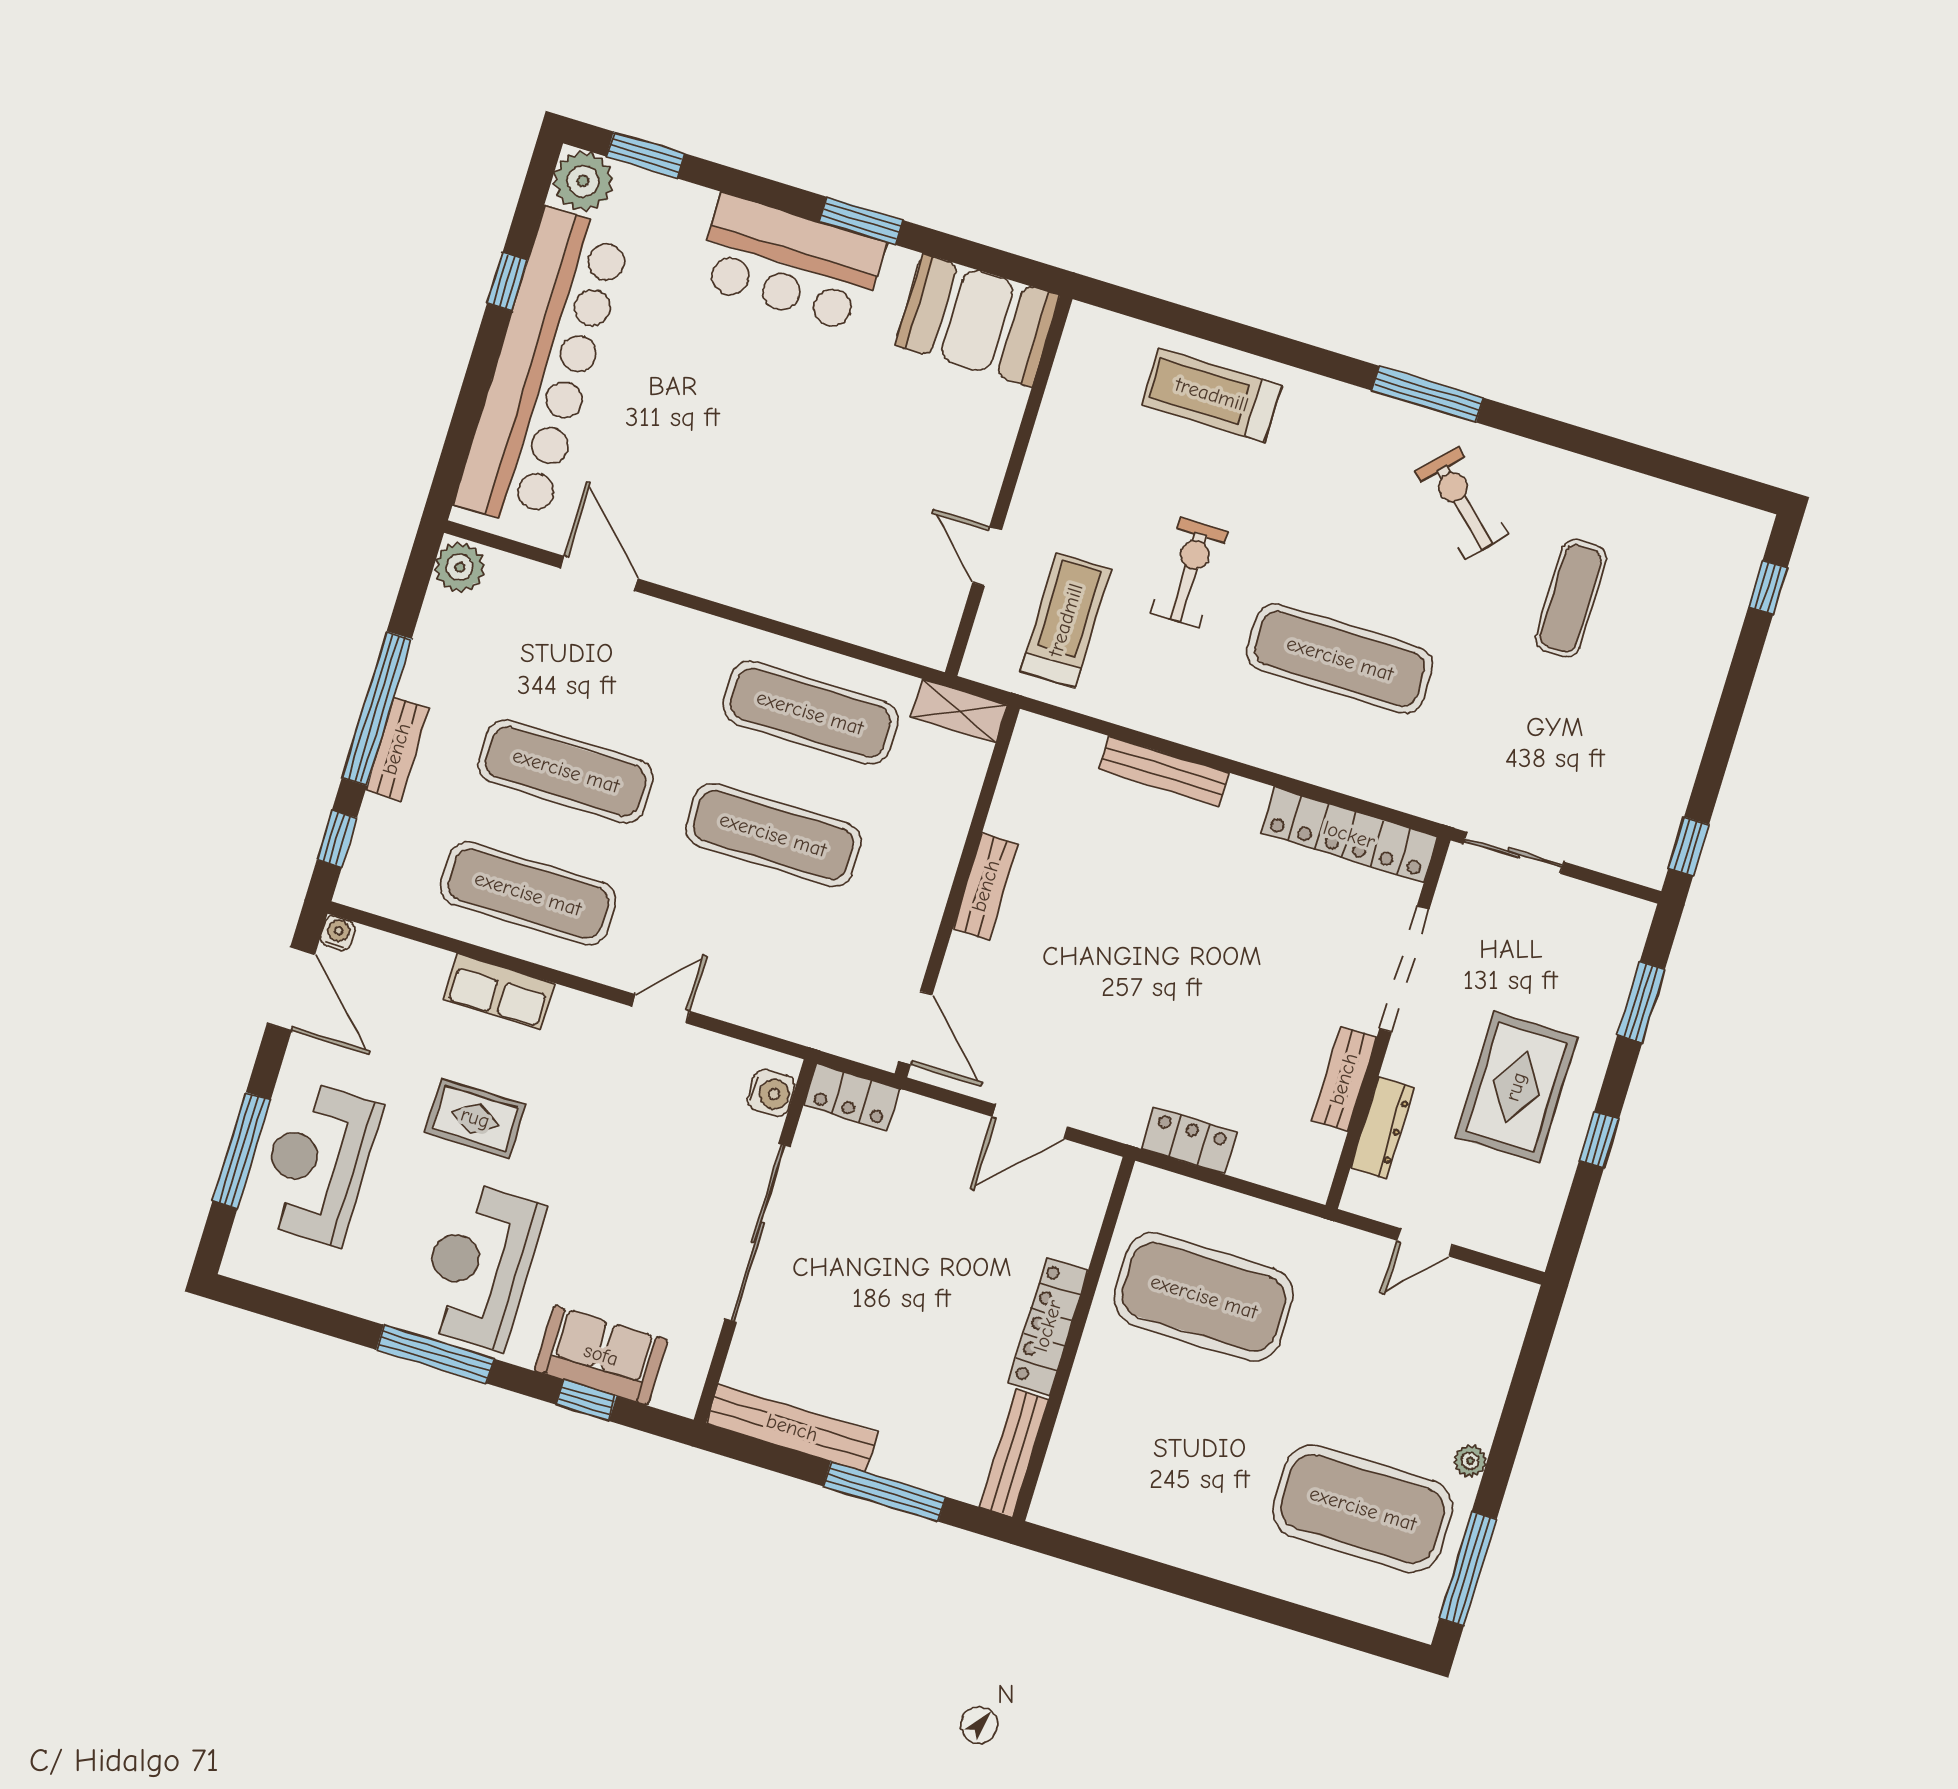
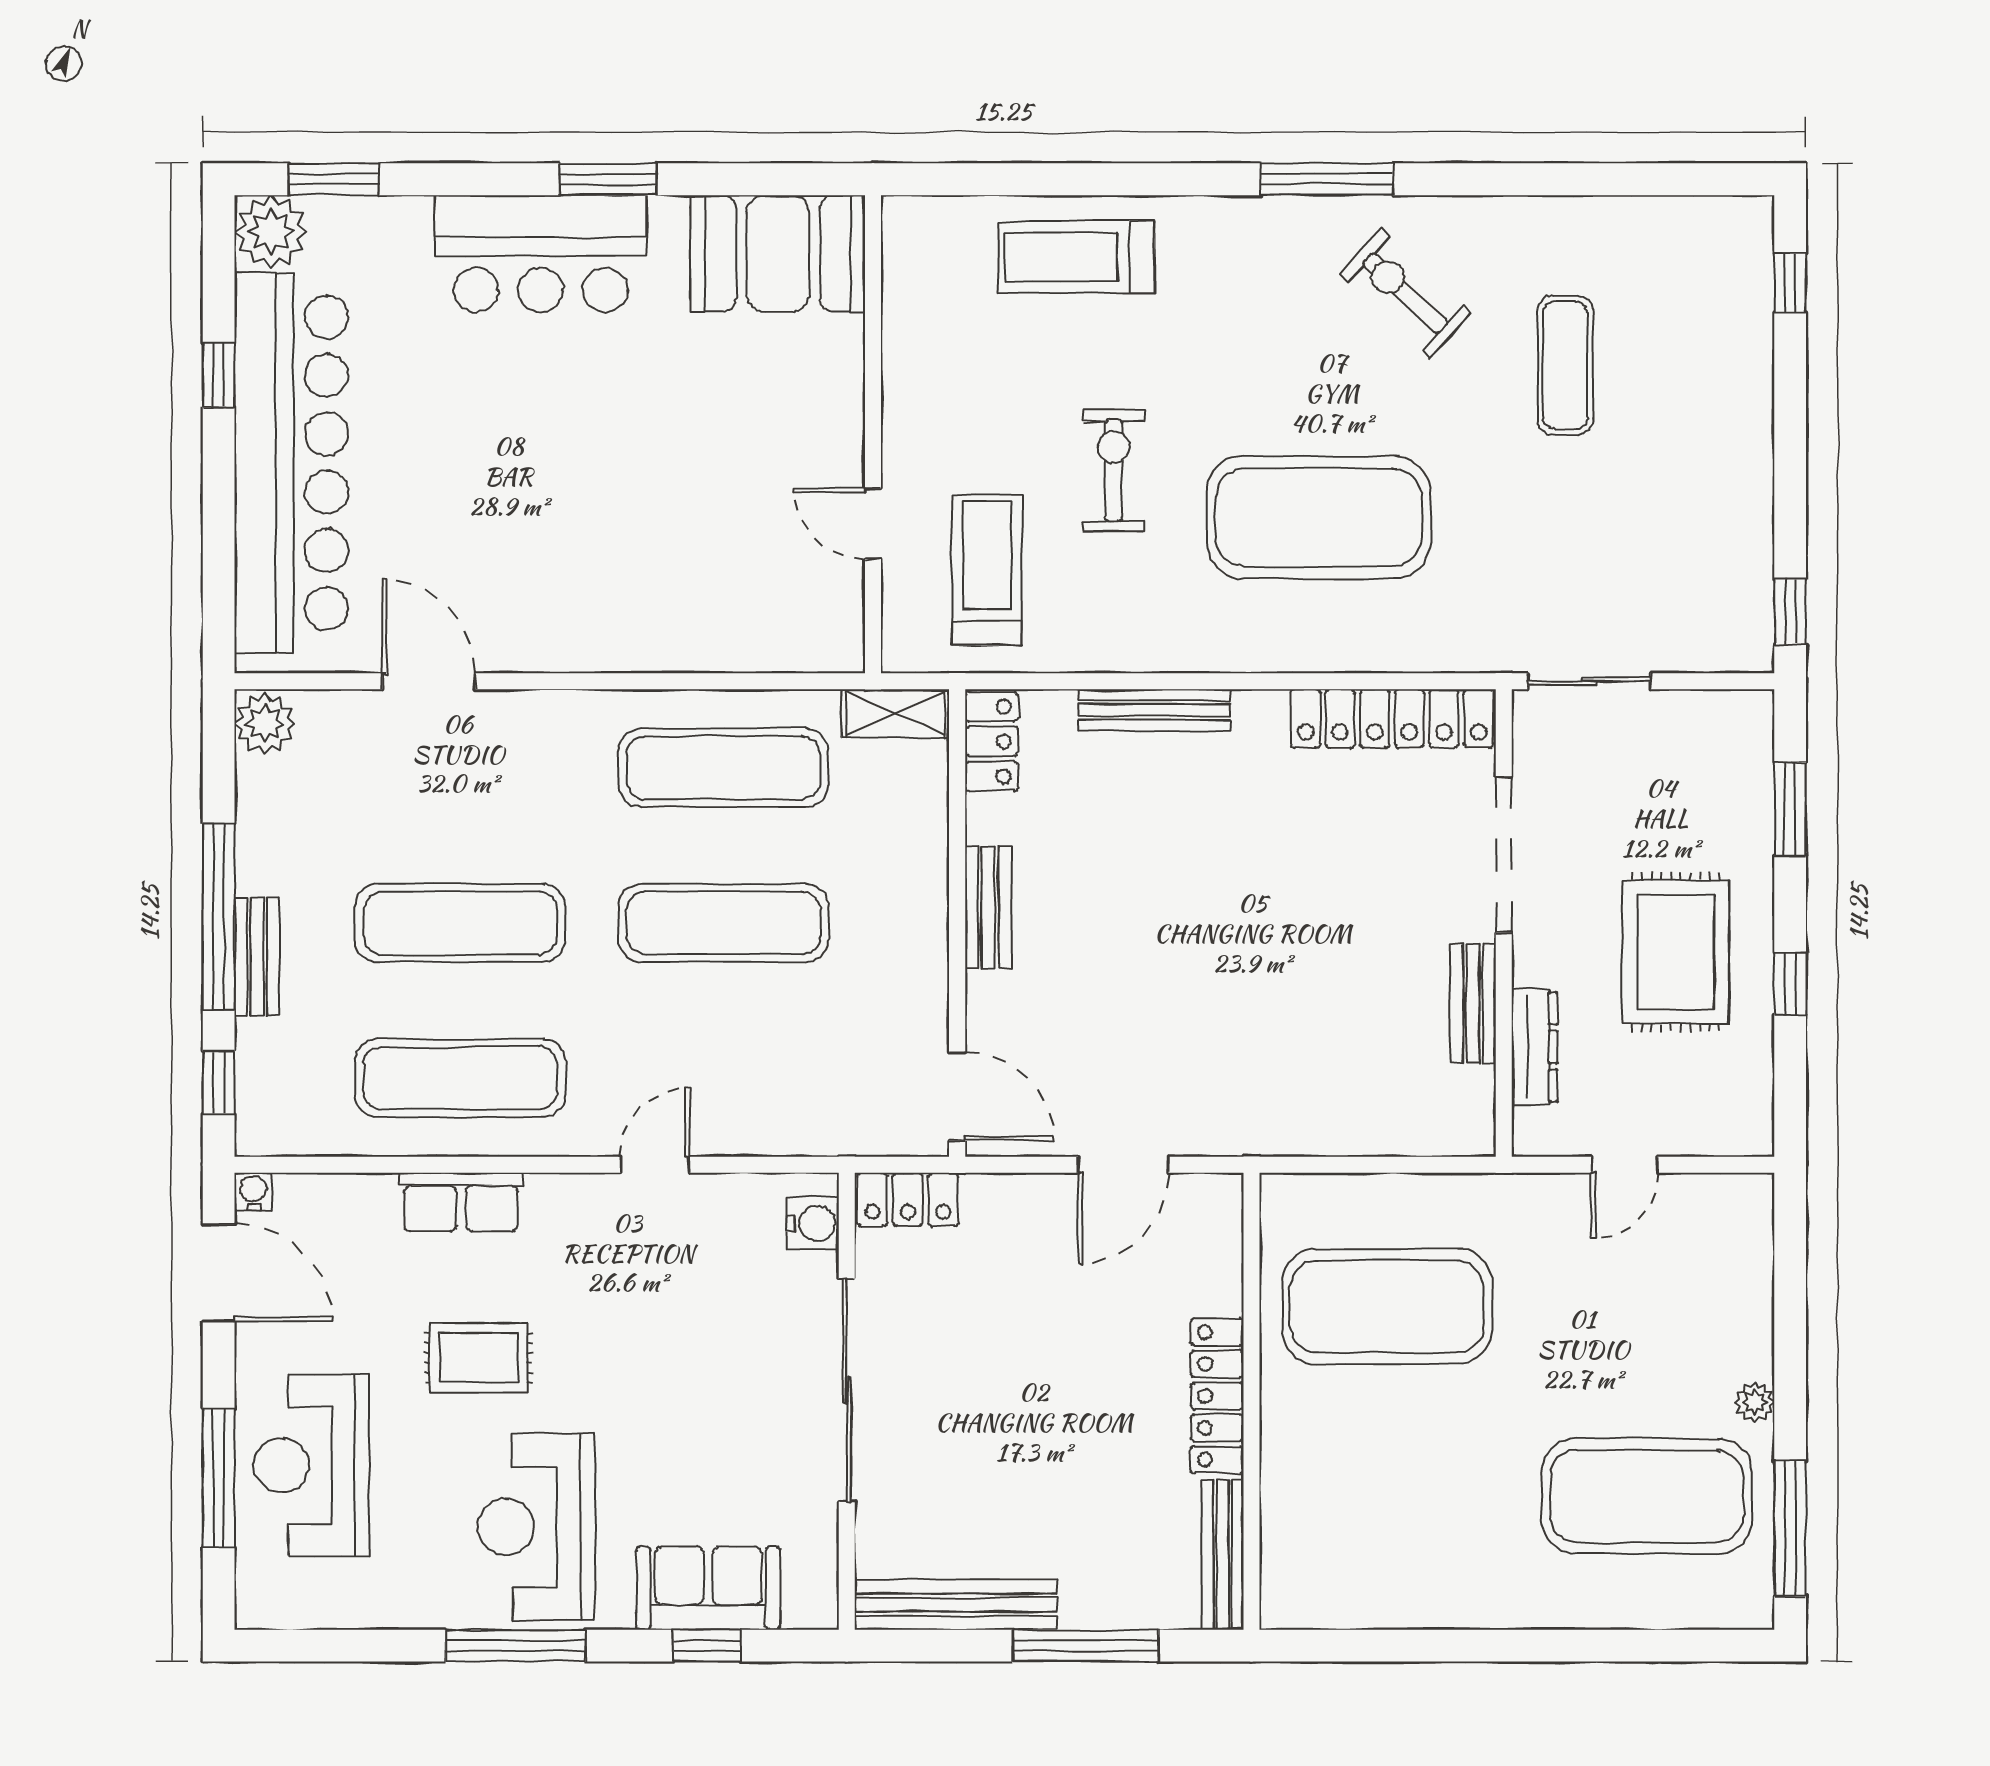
exercise mat: (1340, 659) -> (1319, 517), width x1.47
locker: (1189, 1141) -> (992, 742), moved, turned 90

